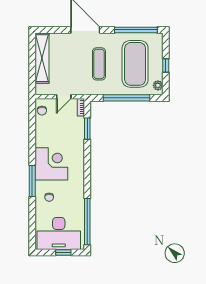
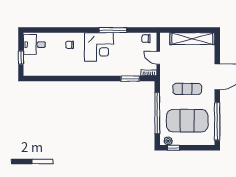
window: (166, 65) -> (174, 148), moved
window: (32, 181) -> (113, 30), moved
window: (87, 222) -> (48, 79), removed
desk: (59, 233) -> (34, 45), width x0.53, depth x0.77

